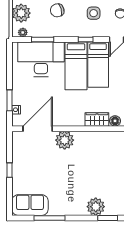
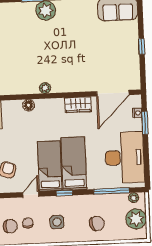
window: (43, 39) -> (111, 191), width x1.44
desk: (41, 59) -> (125, 158), moved, turned -90
wardrobe: (97, 119) -> (78, 105), moved
plant: (65, 140) -> (45, 88), moved, width x0.53, depth x0.53

